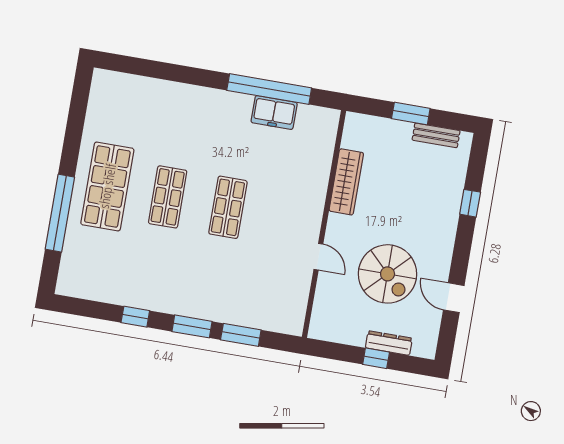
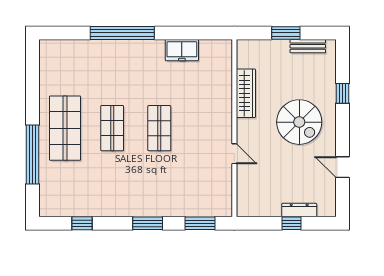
window: (269, 89) -> (122, 33), moved
spiral stairs: (388, 274) -> (299, 122), moved
window: (135, 317) -> (82, 223), moved
window: (241, 335) -> (200, 223), moved

